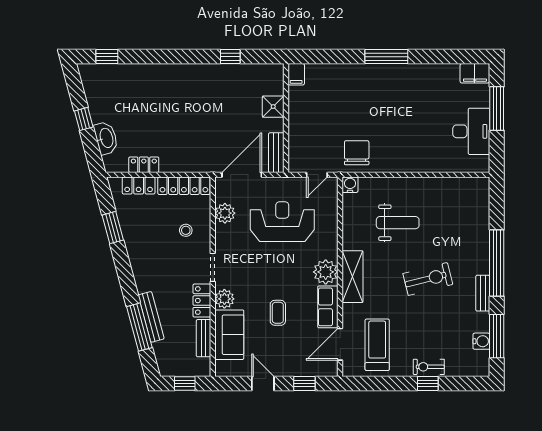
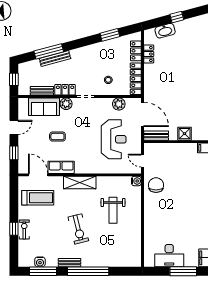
chair: (357, 153) -> (156, 185), turned -90
plant: (326, 272) -> (83, 166), removed

